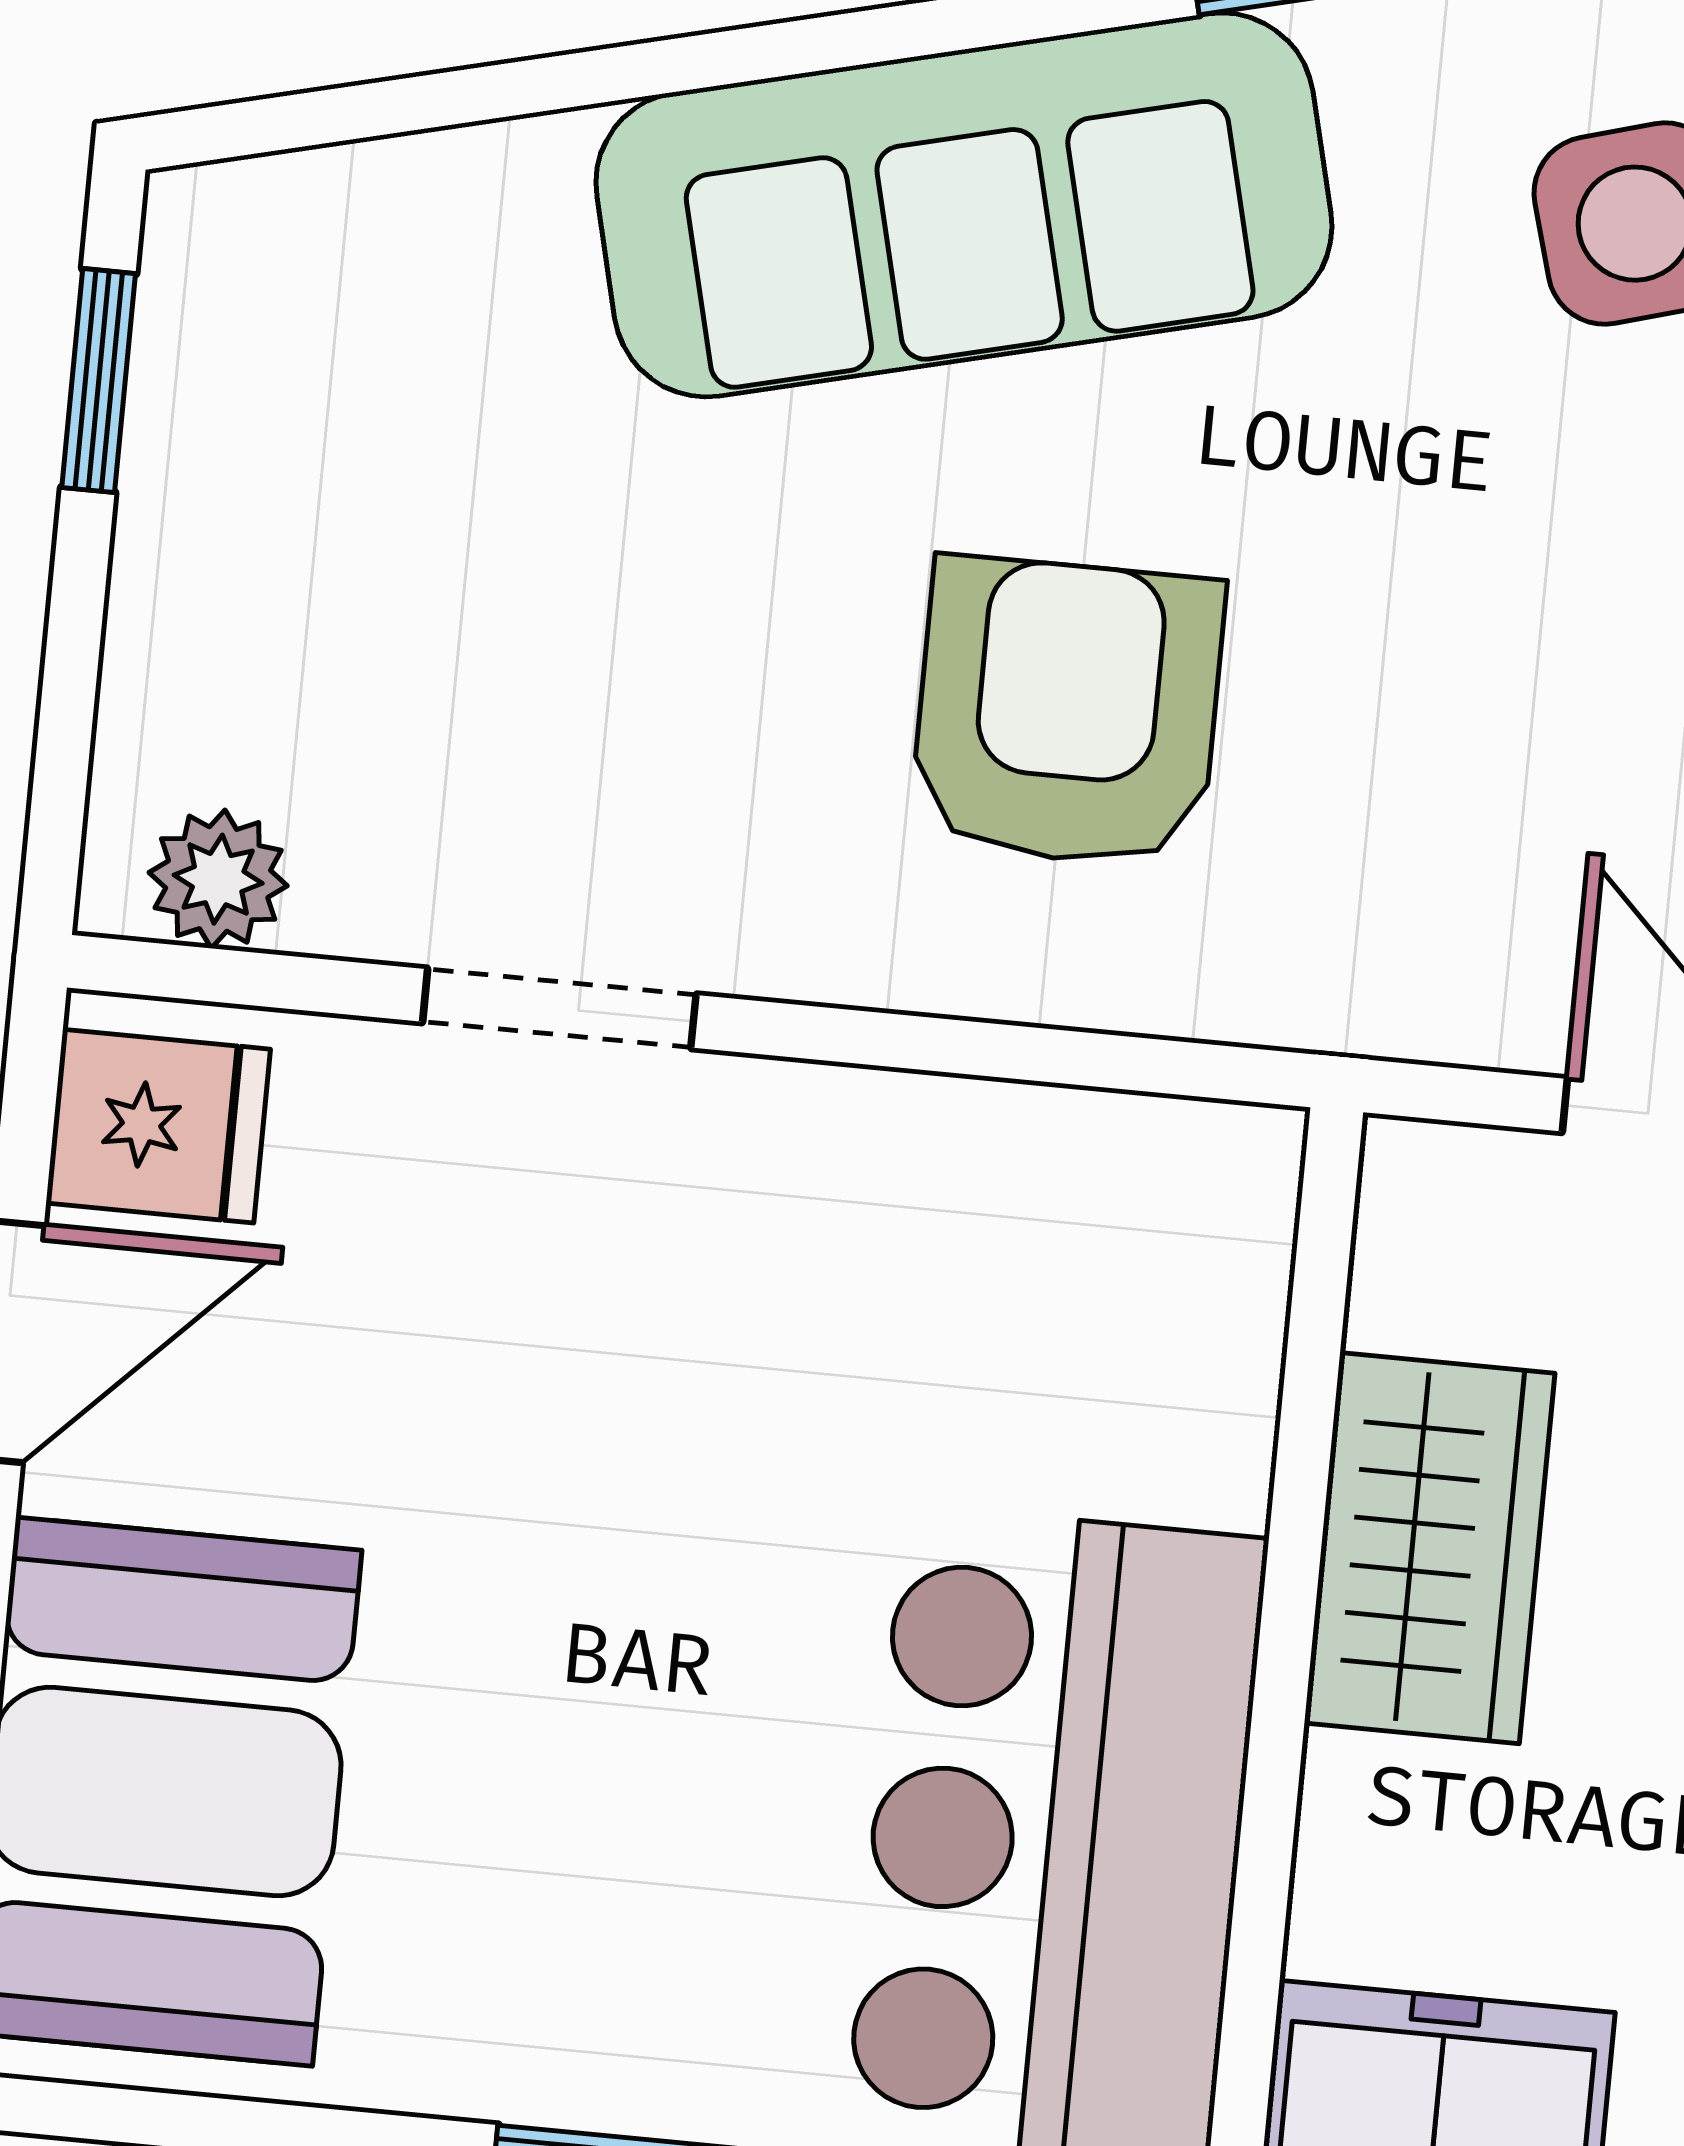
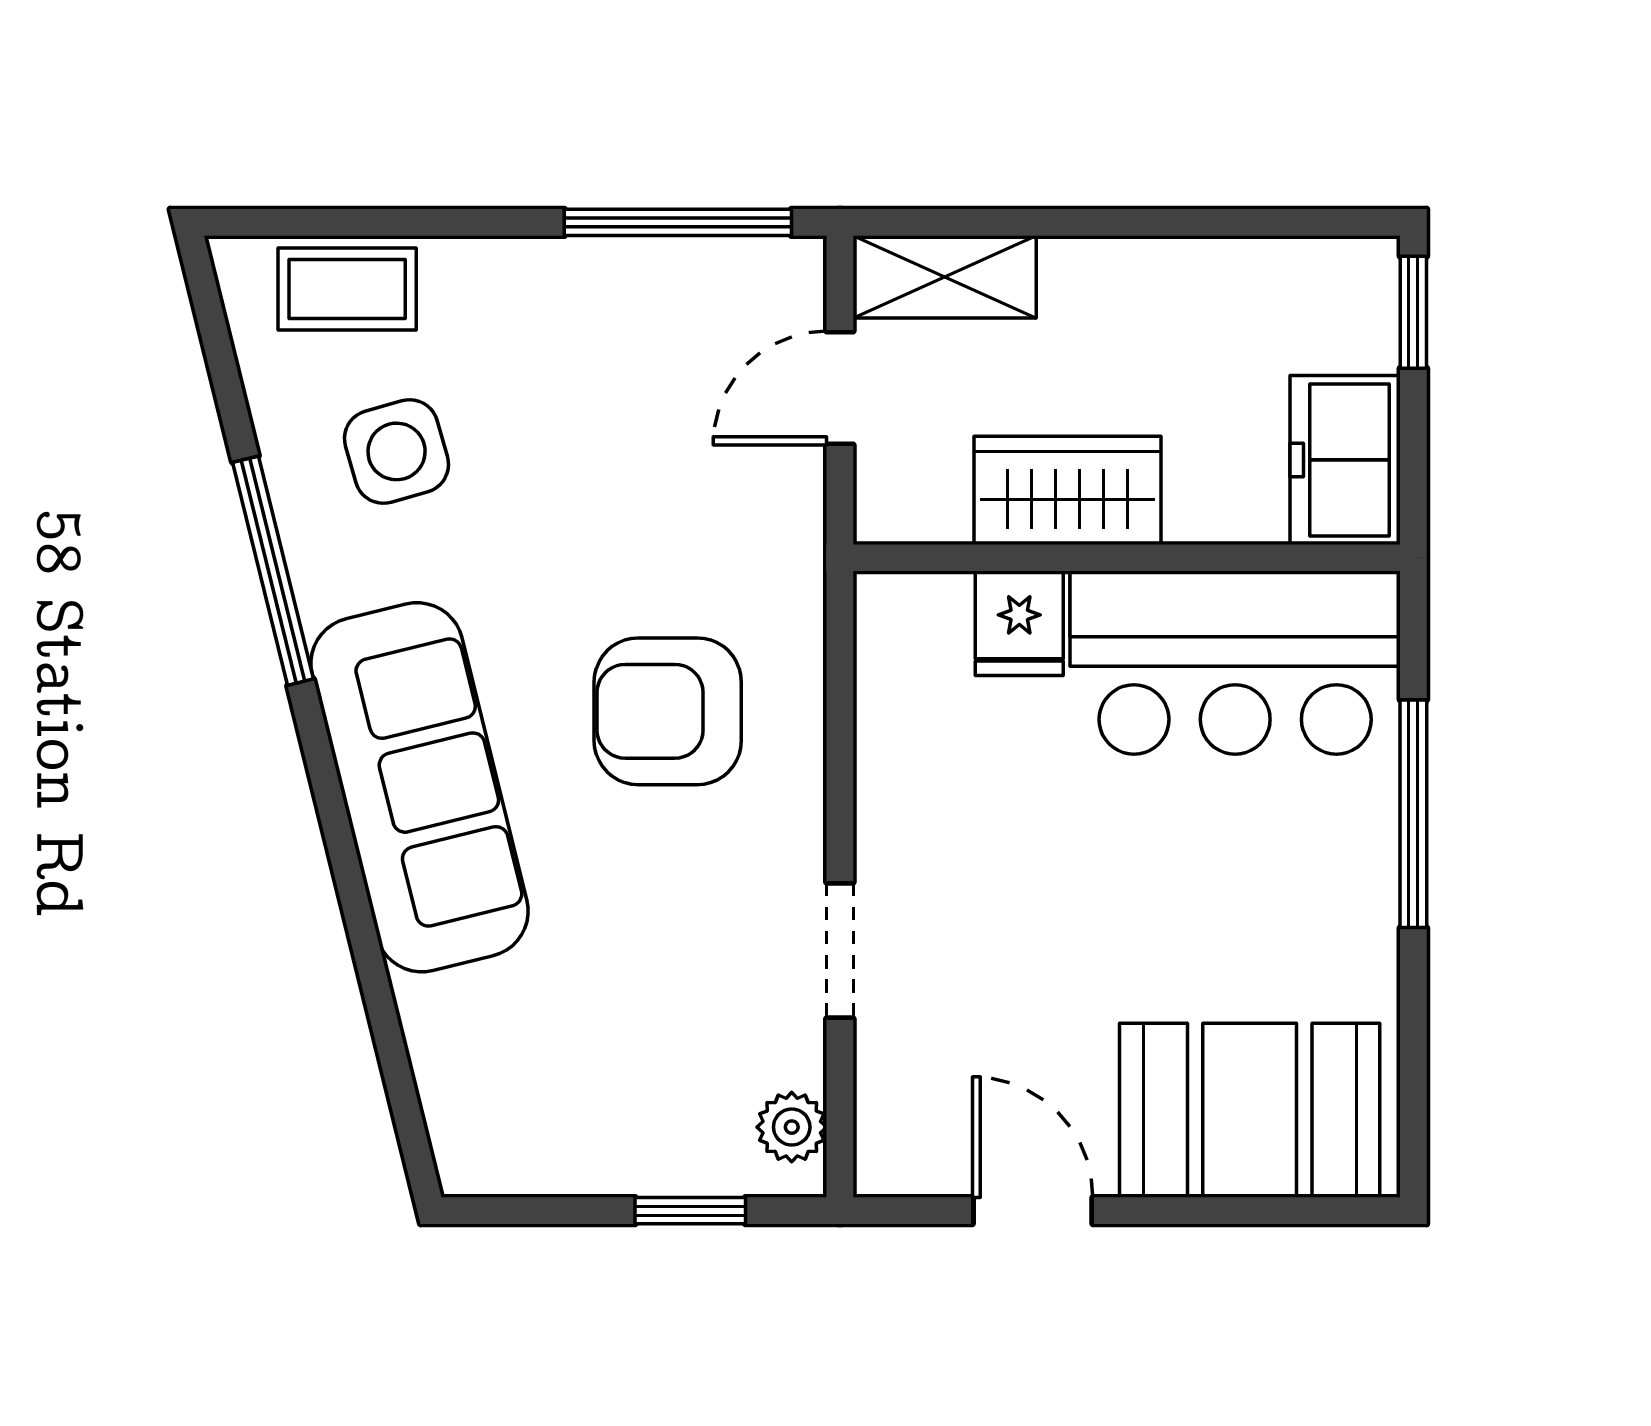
window: (99, 381) -> (690, 1211), moved
fridge: (158, 1126) -> (1019, 623), moved, turned 180

